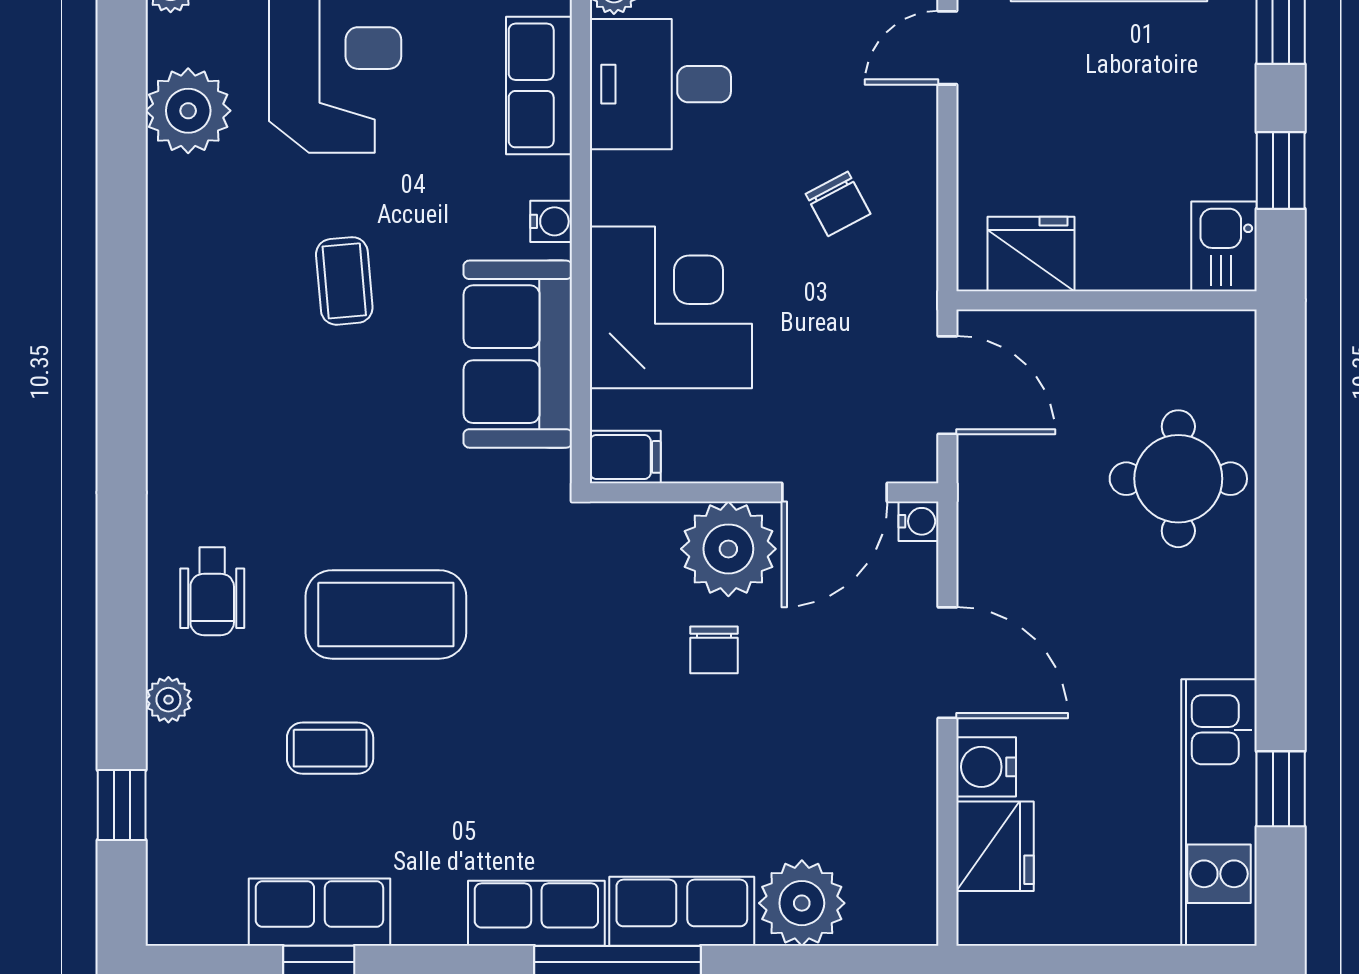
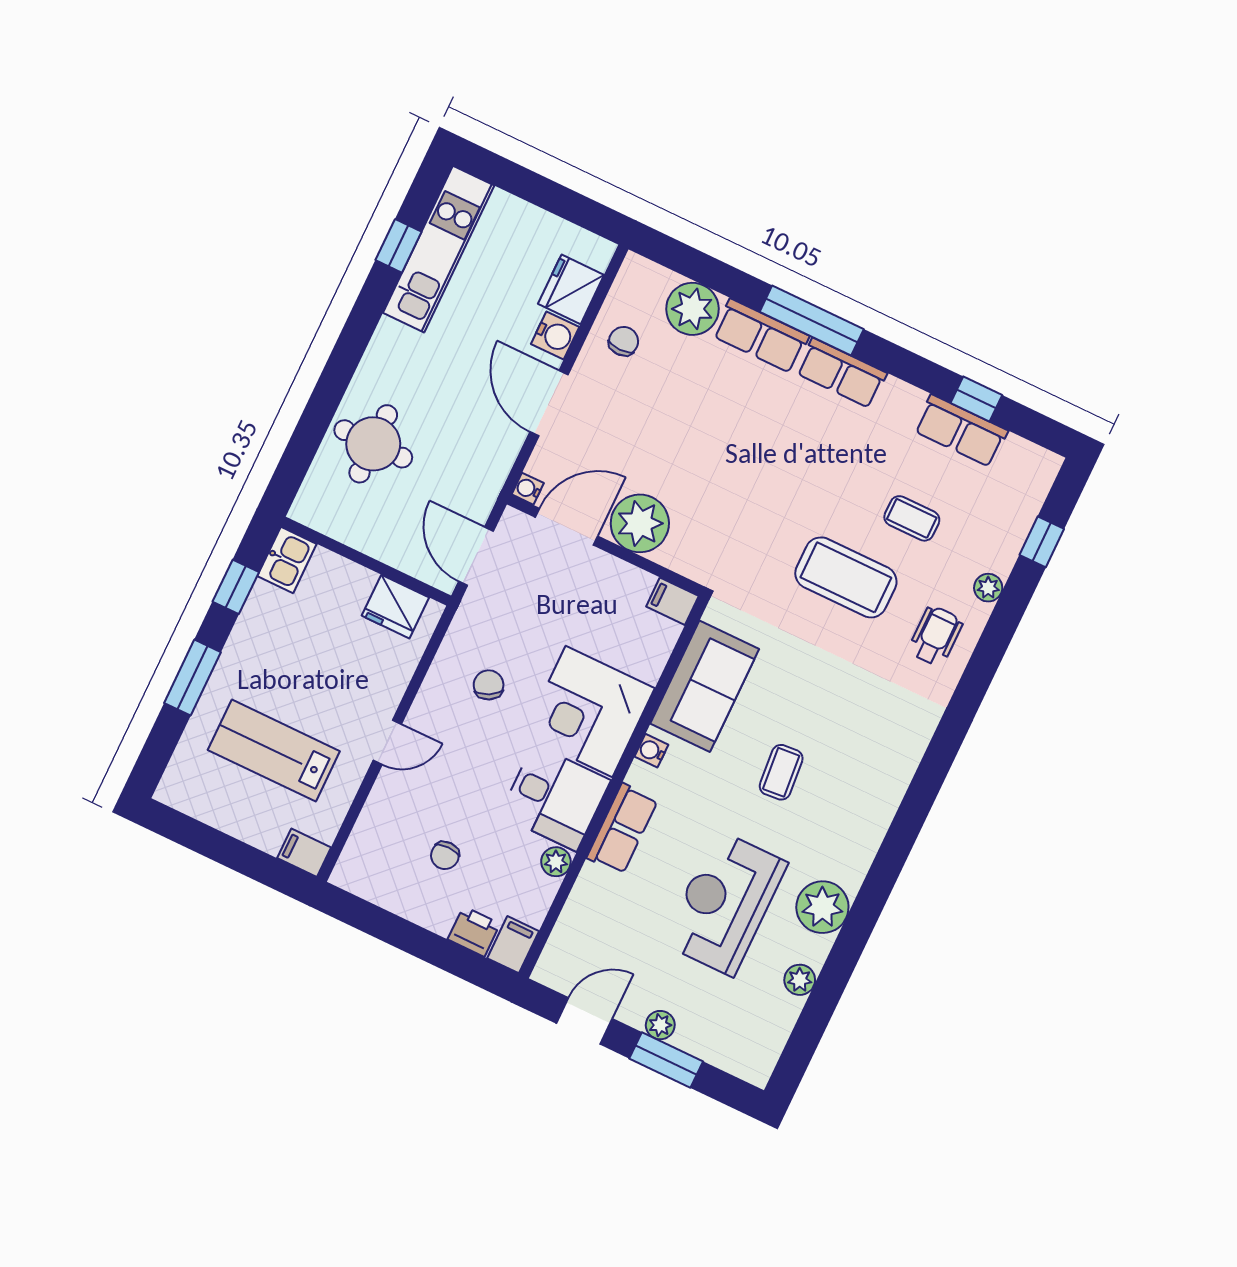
corner desk: (671, 307) -> (589, 712), moved
chair: (714, 650) -> (624, 341), moved

